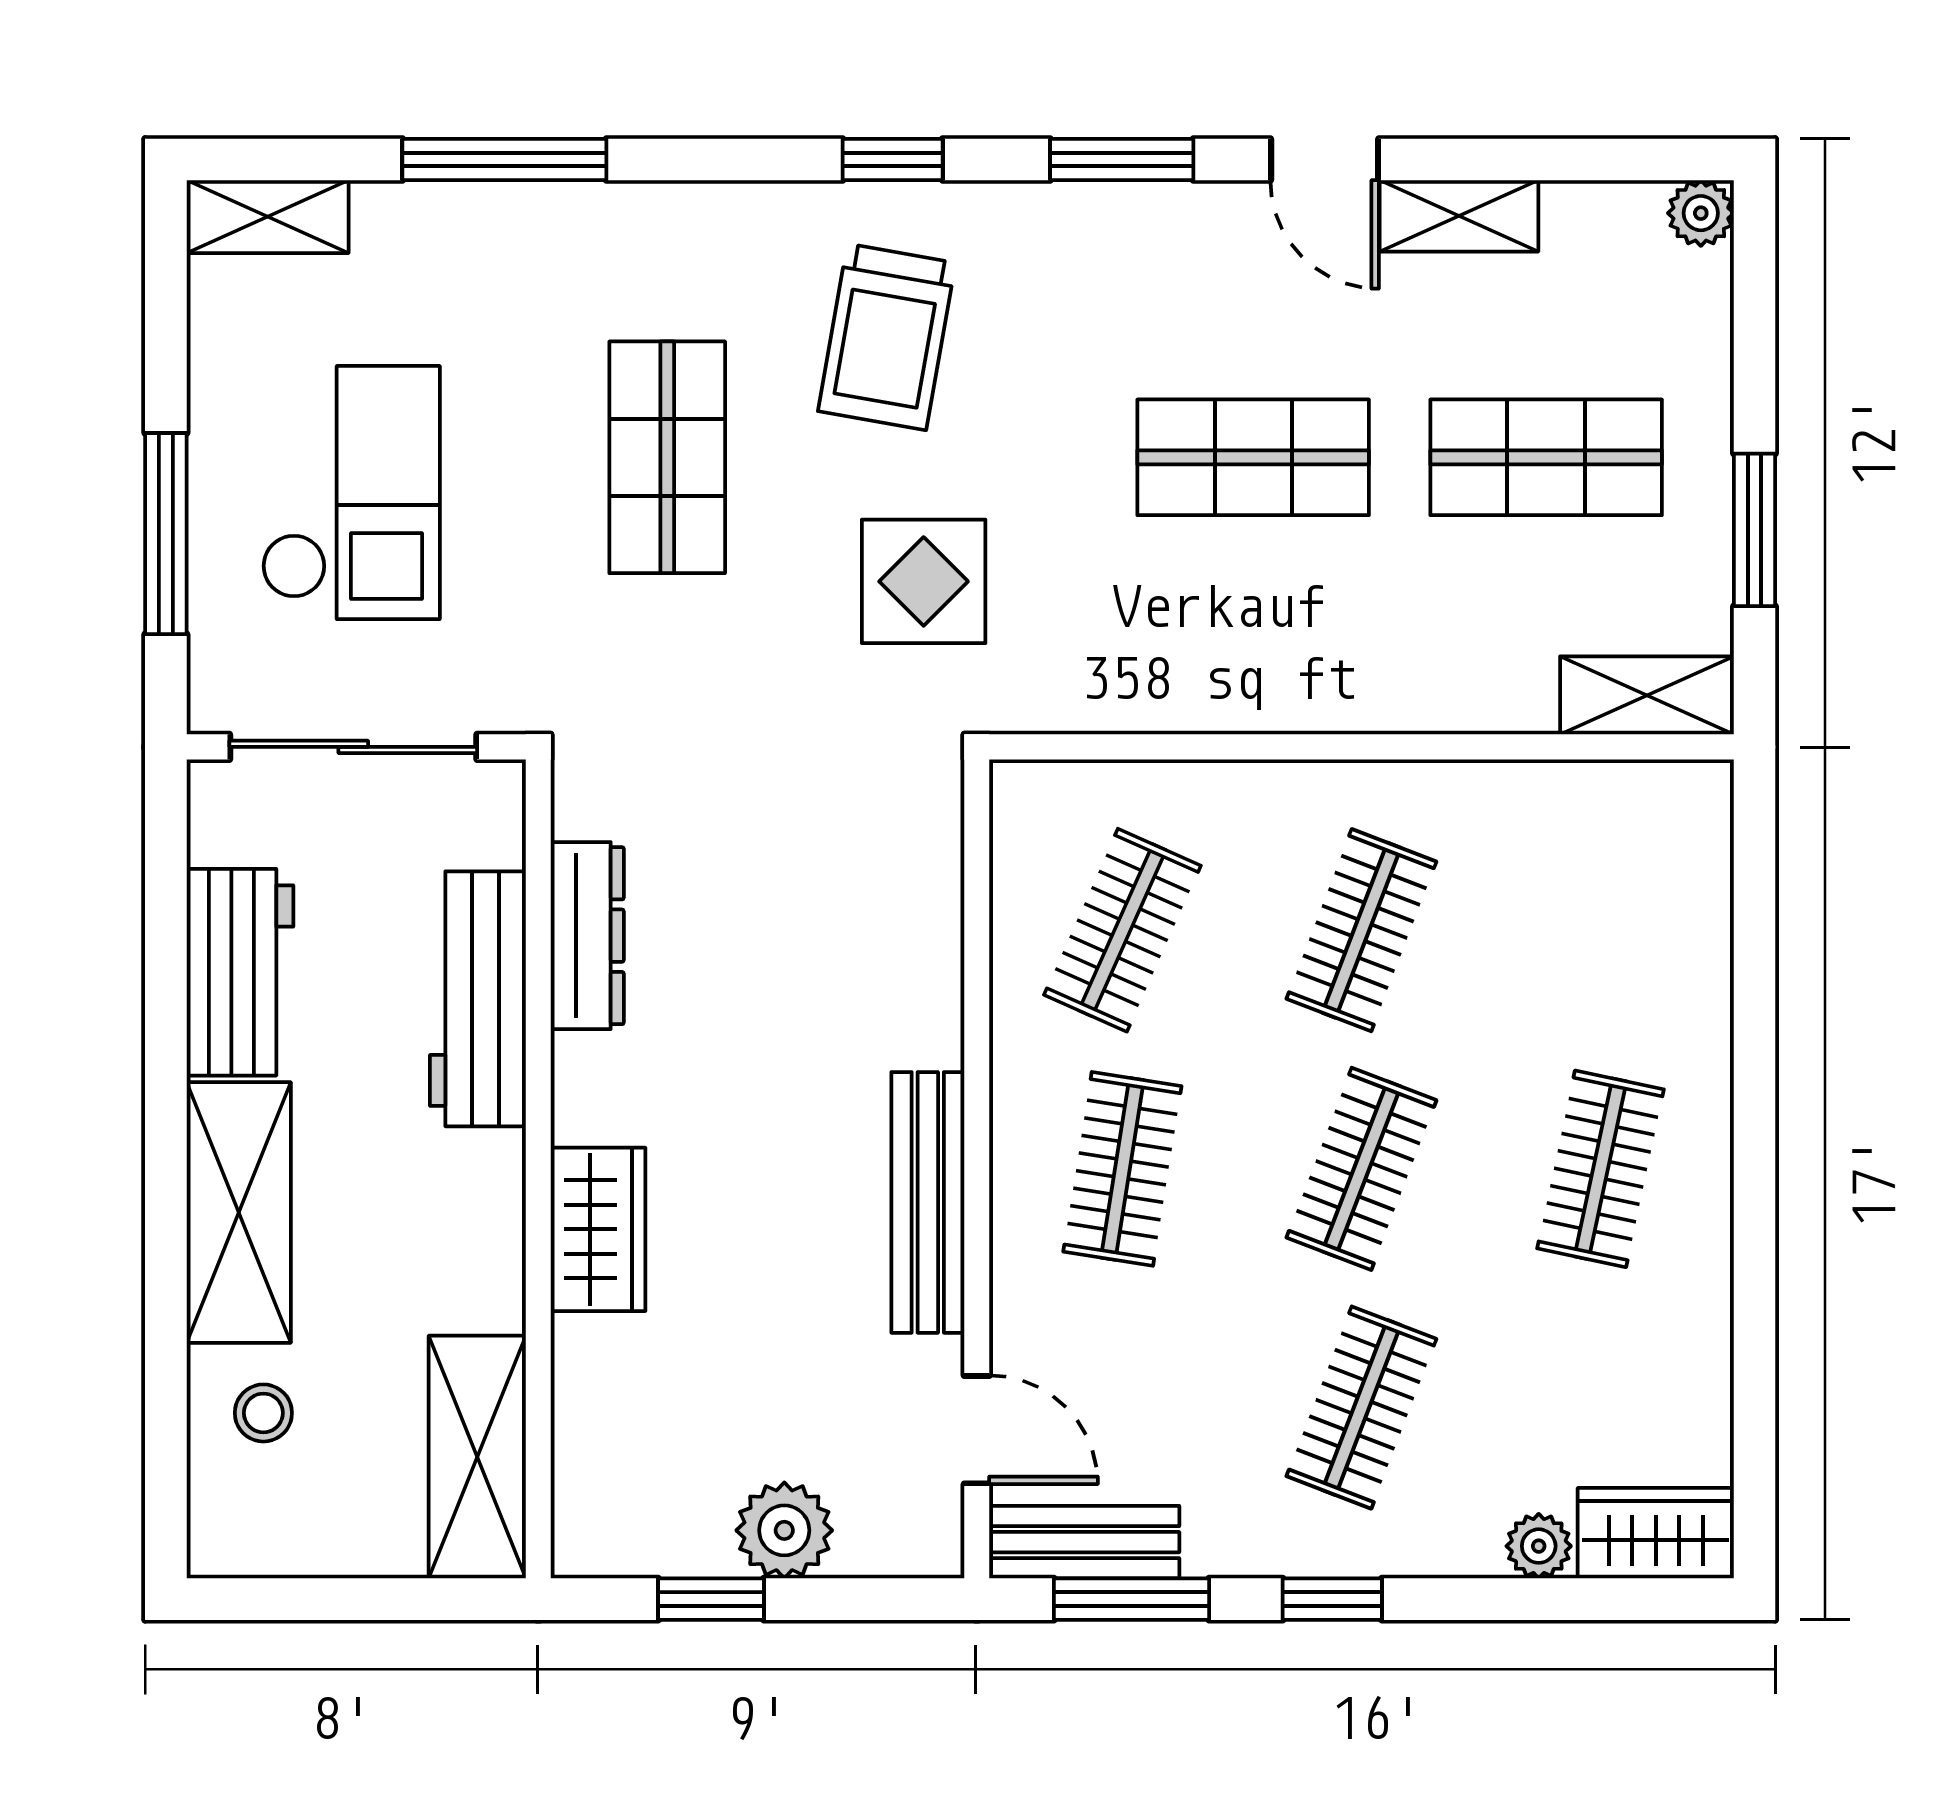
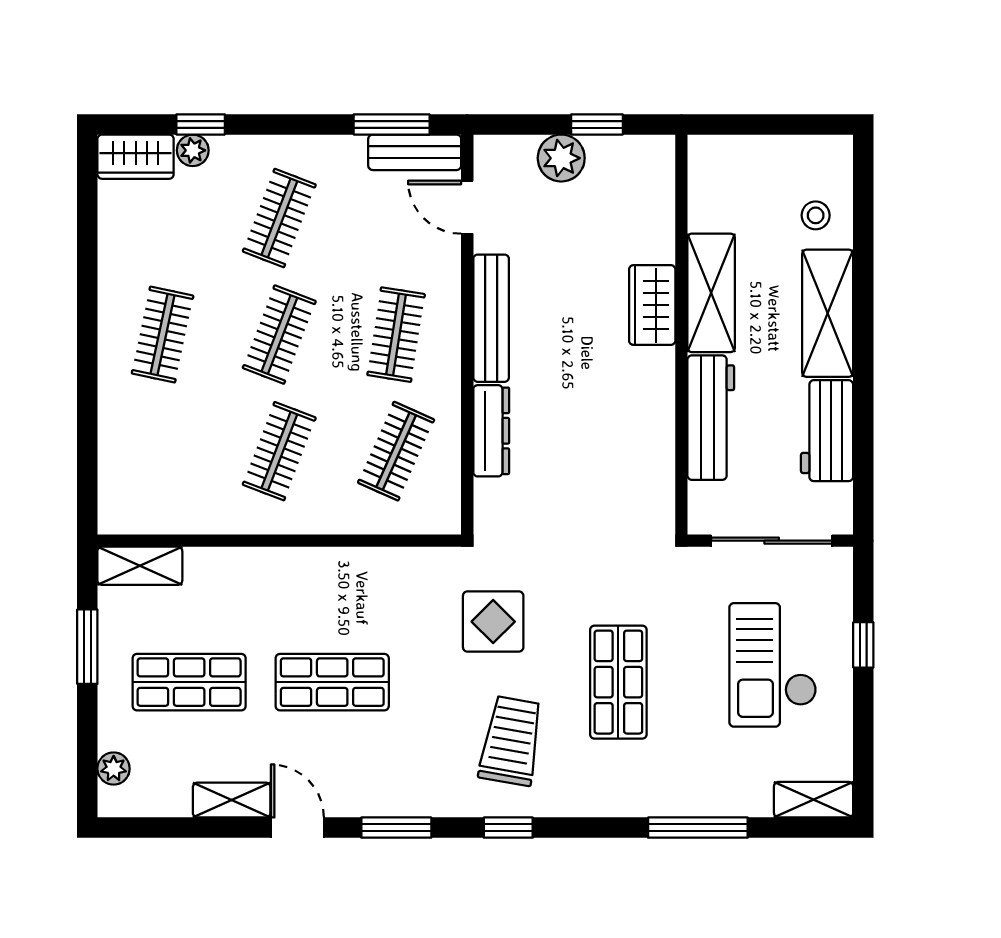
plant: (1701, 213) -> (114, 769), moved
window: (166, 534) -> (863, 645), width x0.46
dresser: (587, 936) -> (491, 431), moved, turned 180
shelving: (477, 1457) -> (711, 293), moved
window: (1332, 1599) -> (201, 124), moved

